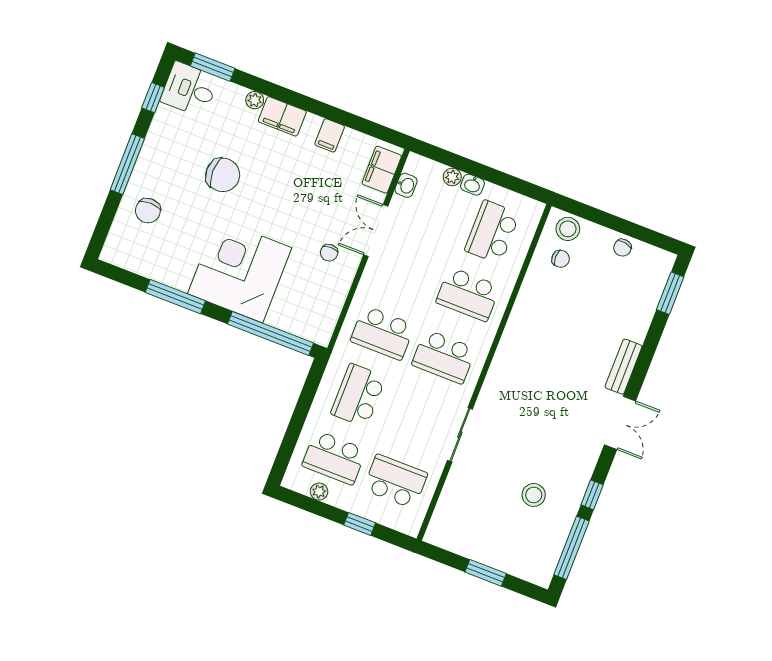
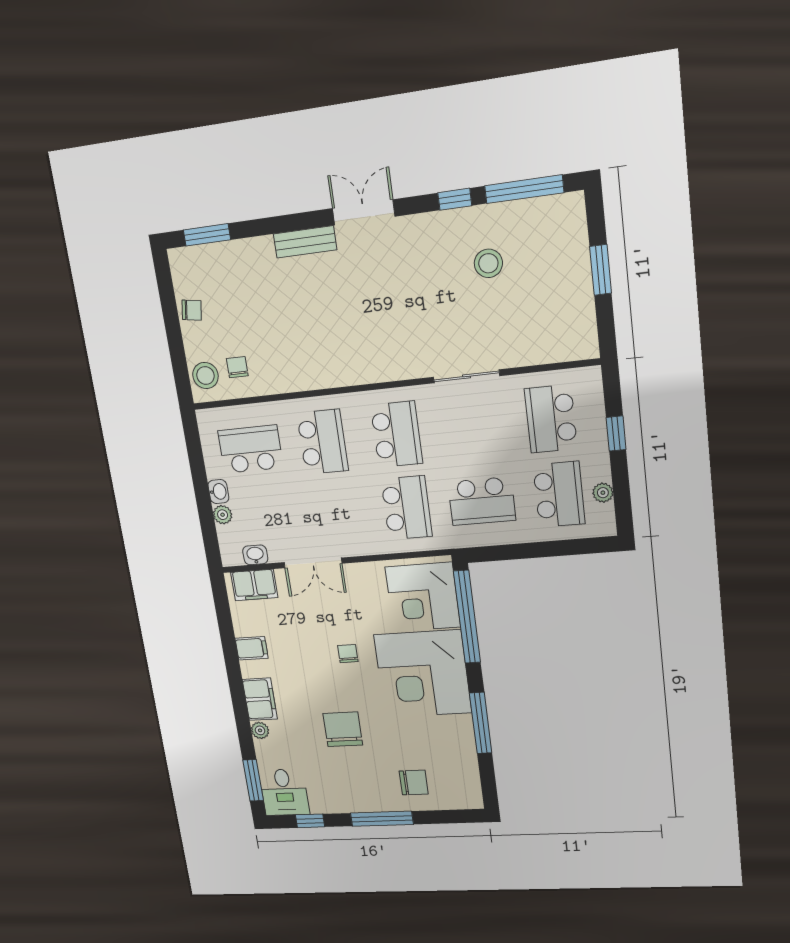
school desk: (492, 232) -> (251, 449), turned 180
chair: (329, 253) -> (348, 654), moved, turned -90
corner desk: (304, 306) -> (423, 597), added

